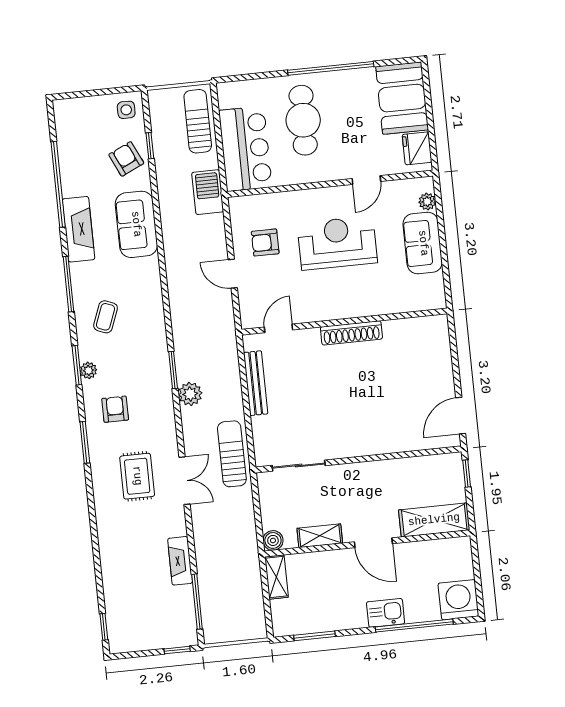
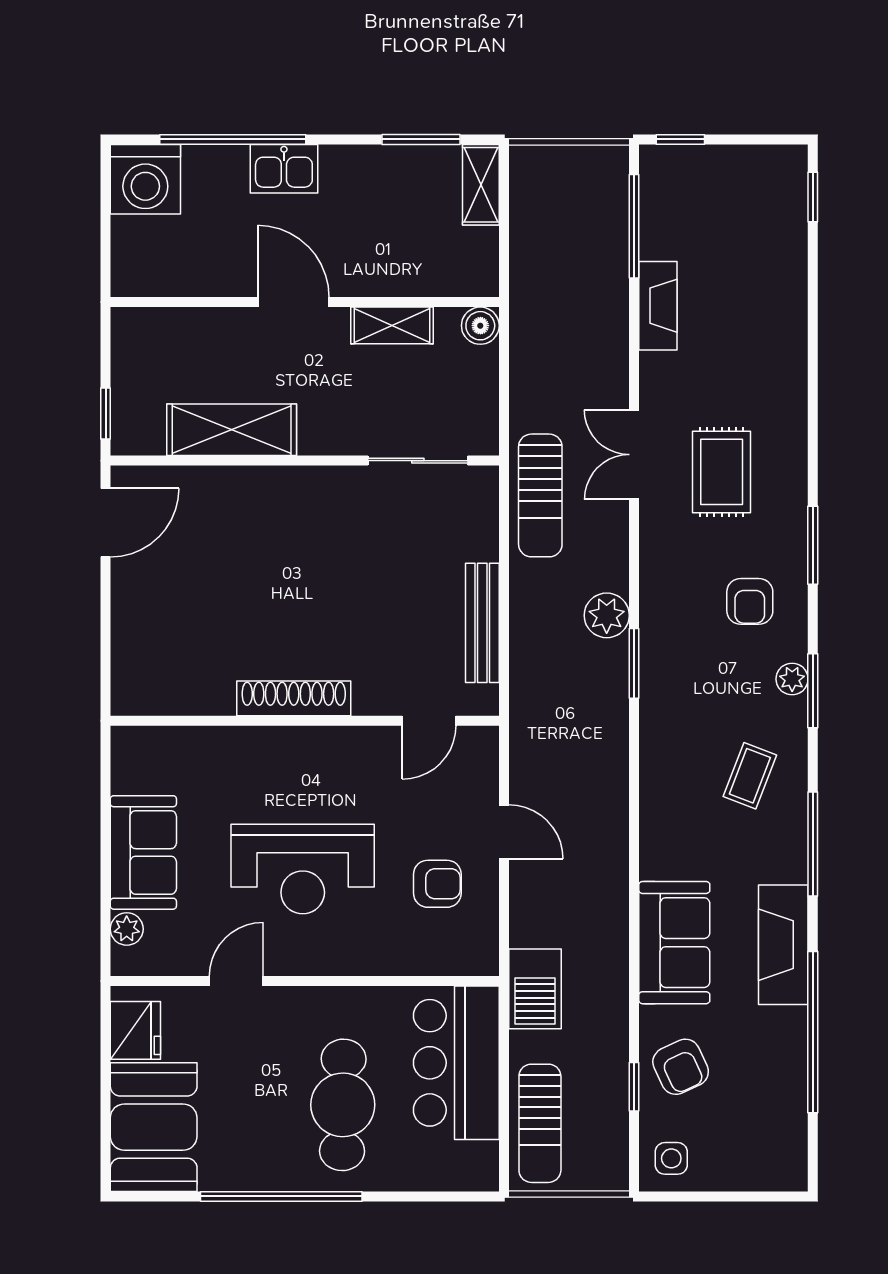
shelving: (434, 520) -> (232, 430), moved
shelving: (276, 577) -> (481, 185), moved

